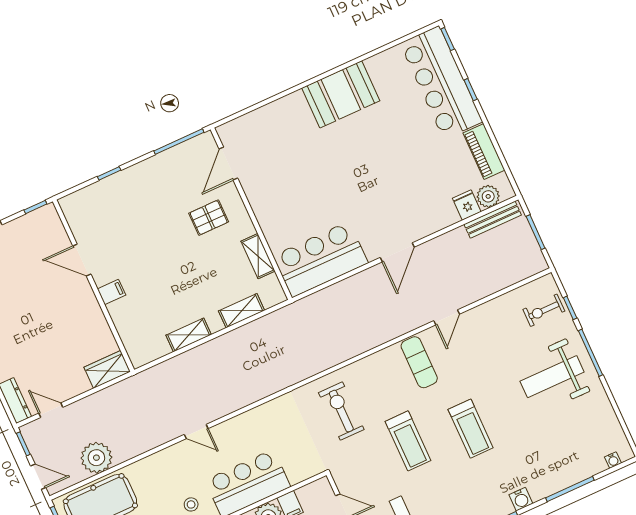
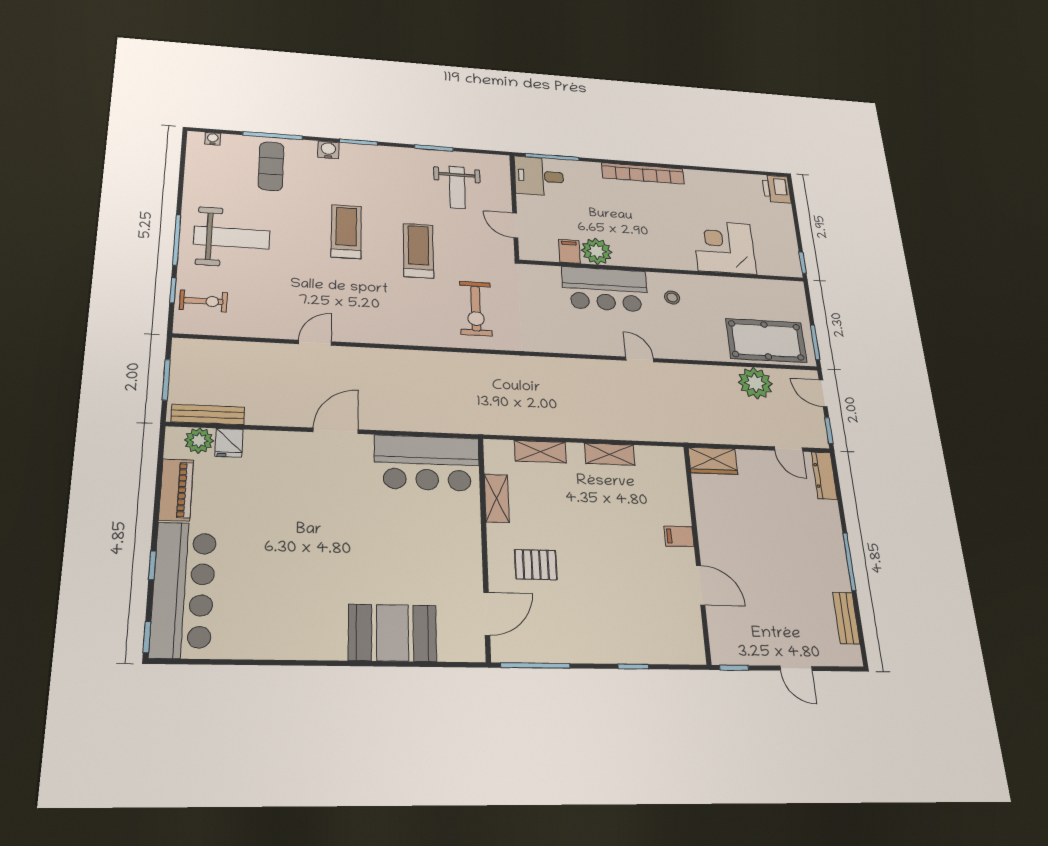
booth: (341, 94) -> (392, 633), moved
exercise mat: (419, 362) -> (271, 166), moved

